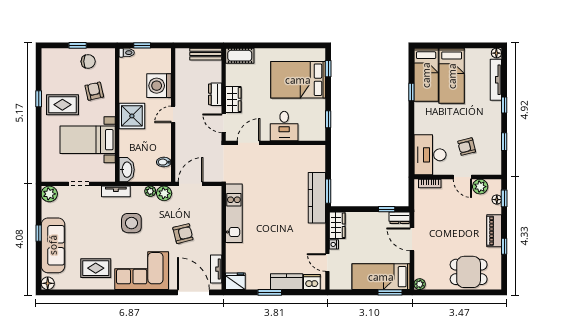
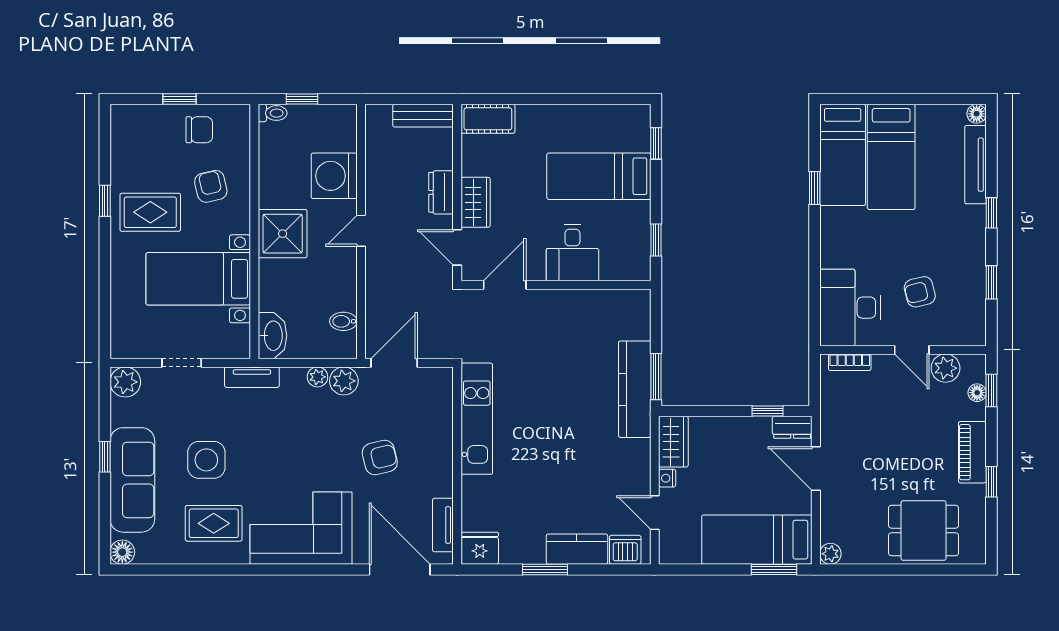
bed: (298, 80) -> (599, 176), width x0.67
side table: (131, 223) -> (206, 460), moved

